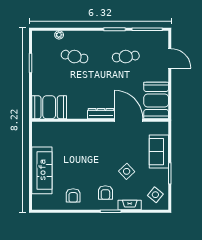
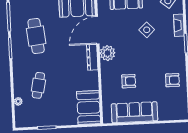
cafe table: (126, 57) -> (36, 36), width x1.37, depth x1.35
plant: (105, 130) -> (107, 53), added
sofa: (42, 170) -> (135, 112), moved
armchair: (105, 193) -> (129, 81), moved

